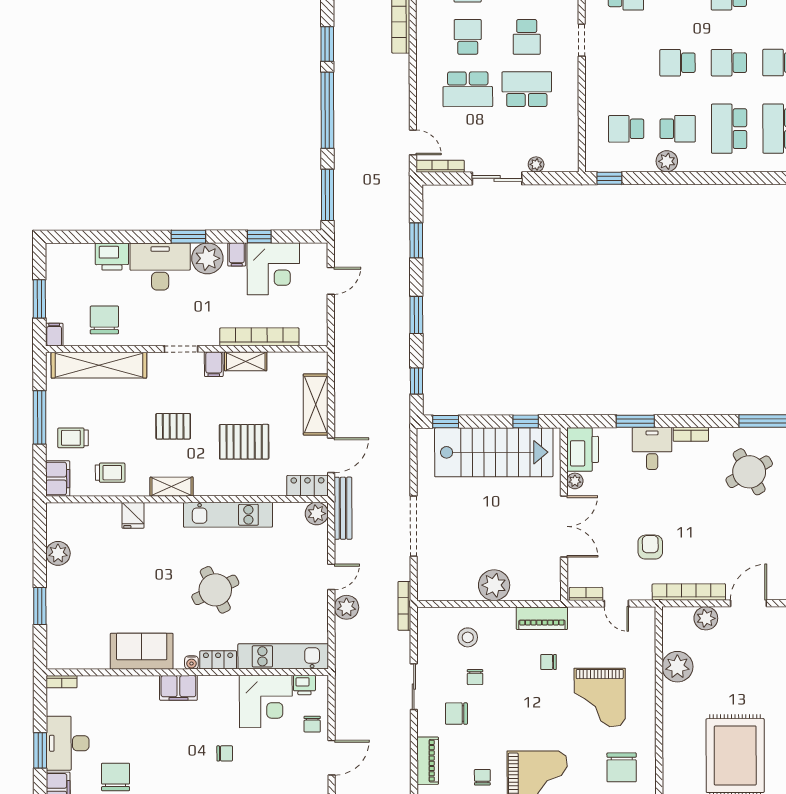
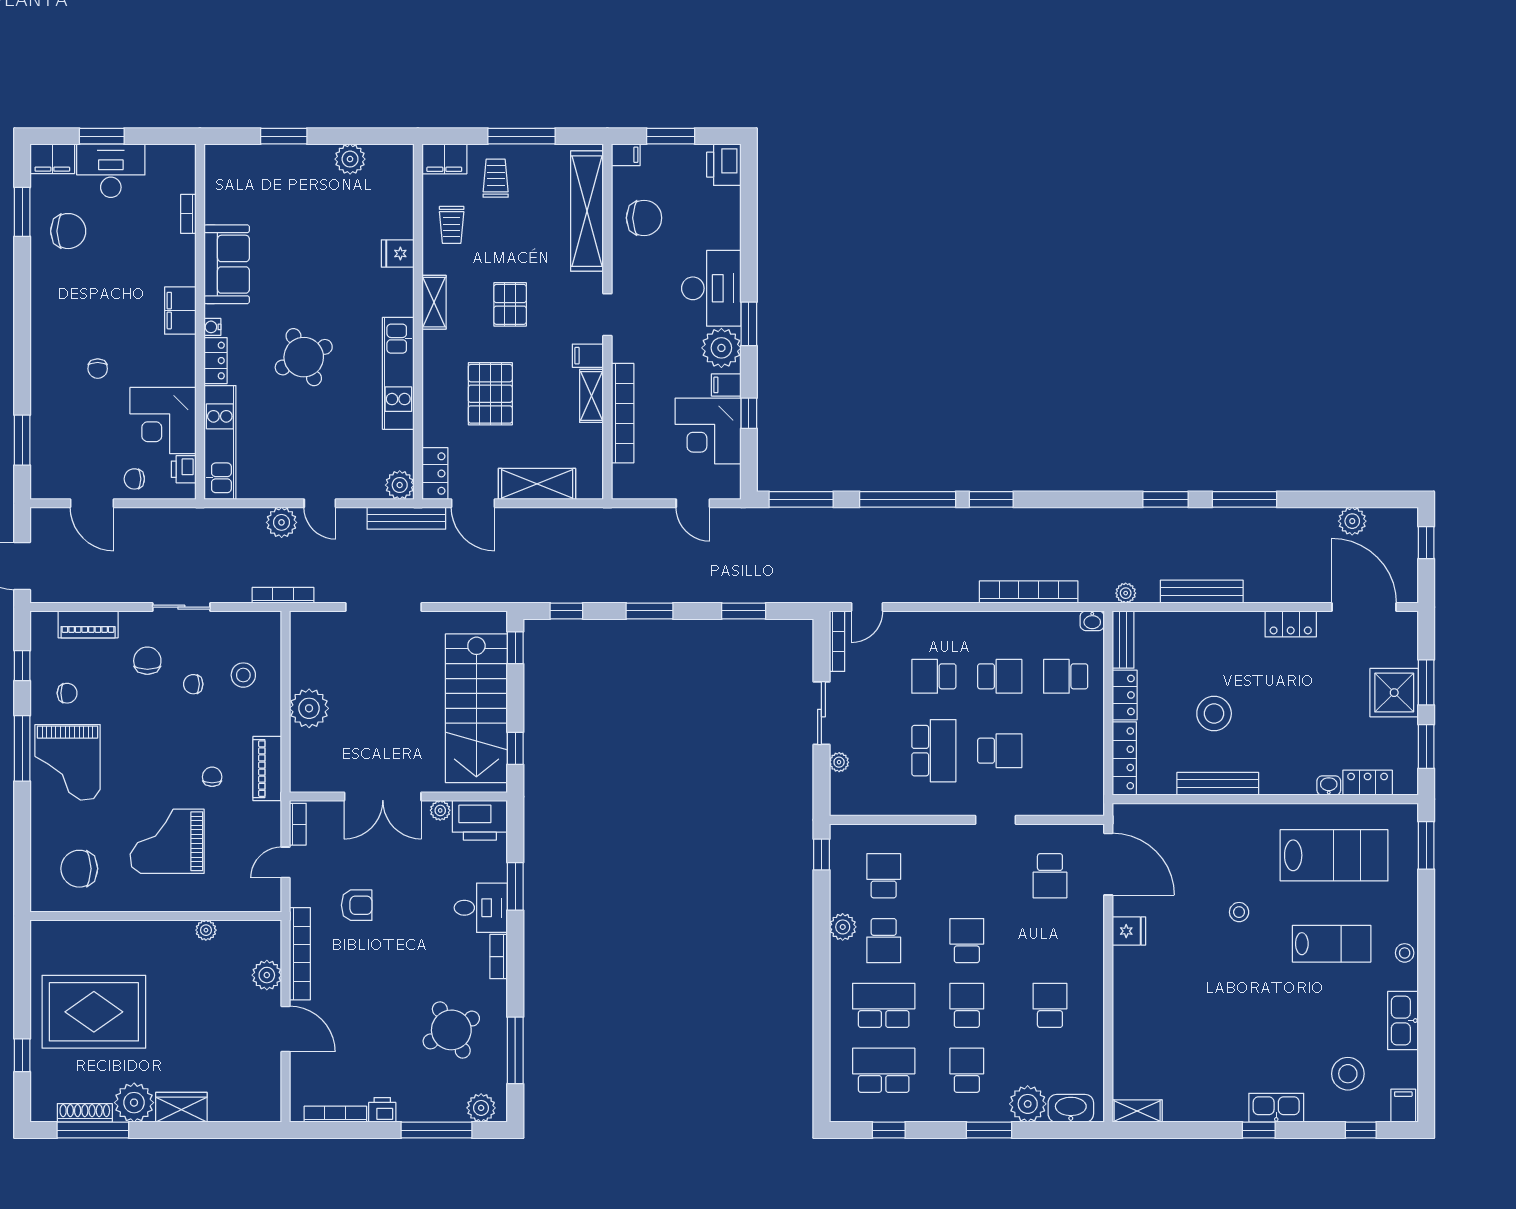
school desk: (527, 37) -> (1000, 751), turned 180
school desk: (468, 89) -> (934, 676), width x0.54
printer: (112, 257) -> (724, 165), moved
plant: (677, 667) -> (206, 930), width x0.53, depth x0.53
bookcase: (62, 682) -> (188, 214), moved

